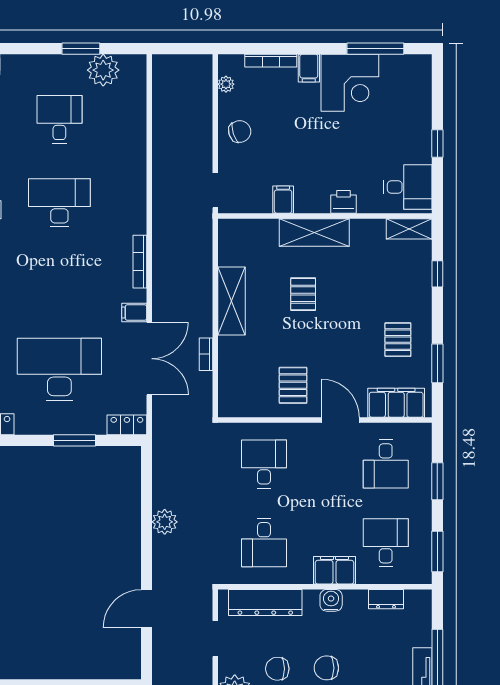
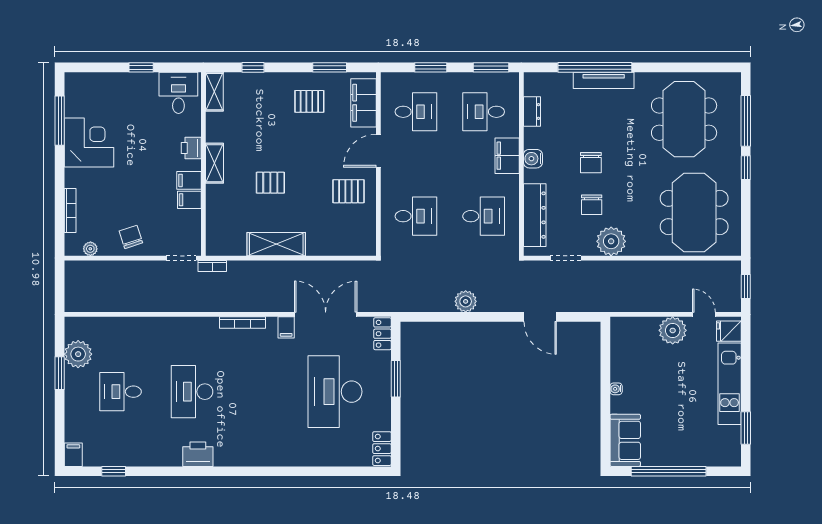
filing cabinet: (309, 68) -> (189, 180), moved, turned 180
shelving: (314, 233) -> (215, 163), width x0.67, depth x0.75
bookcase: (206, 354) -> (212, 266), moved
desk: (264, 464) -> (416, 216), turned 180

